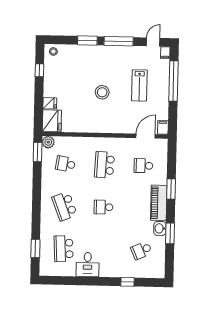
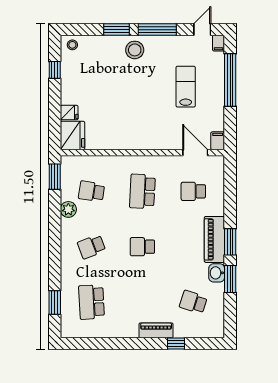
lab bench: (139, 85) -> (186, 87), turned 180
stool: (102, 92) -> (135, 50), moved
door: (146, 136) -> (195, 153), hinge flipped
plant: (48, 142) -> (68, 209), moved
window: (171, 189) -> (230, 242), moved
school desk: (65, 206) -> (92, 247), width x0.54
school desk: (141, 250) -> (193, 302), turned 42
desk: (88, 265) -> (123, 322), removed
piano: (112, 271) -> (156, 330), added

